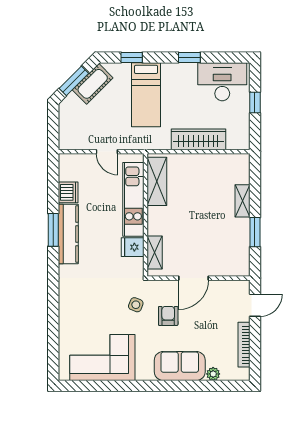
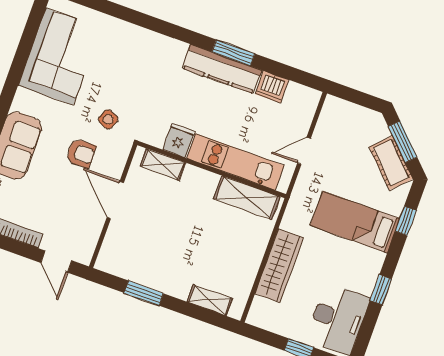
shelving: (242, 201) -> (210, 300), moved

